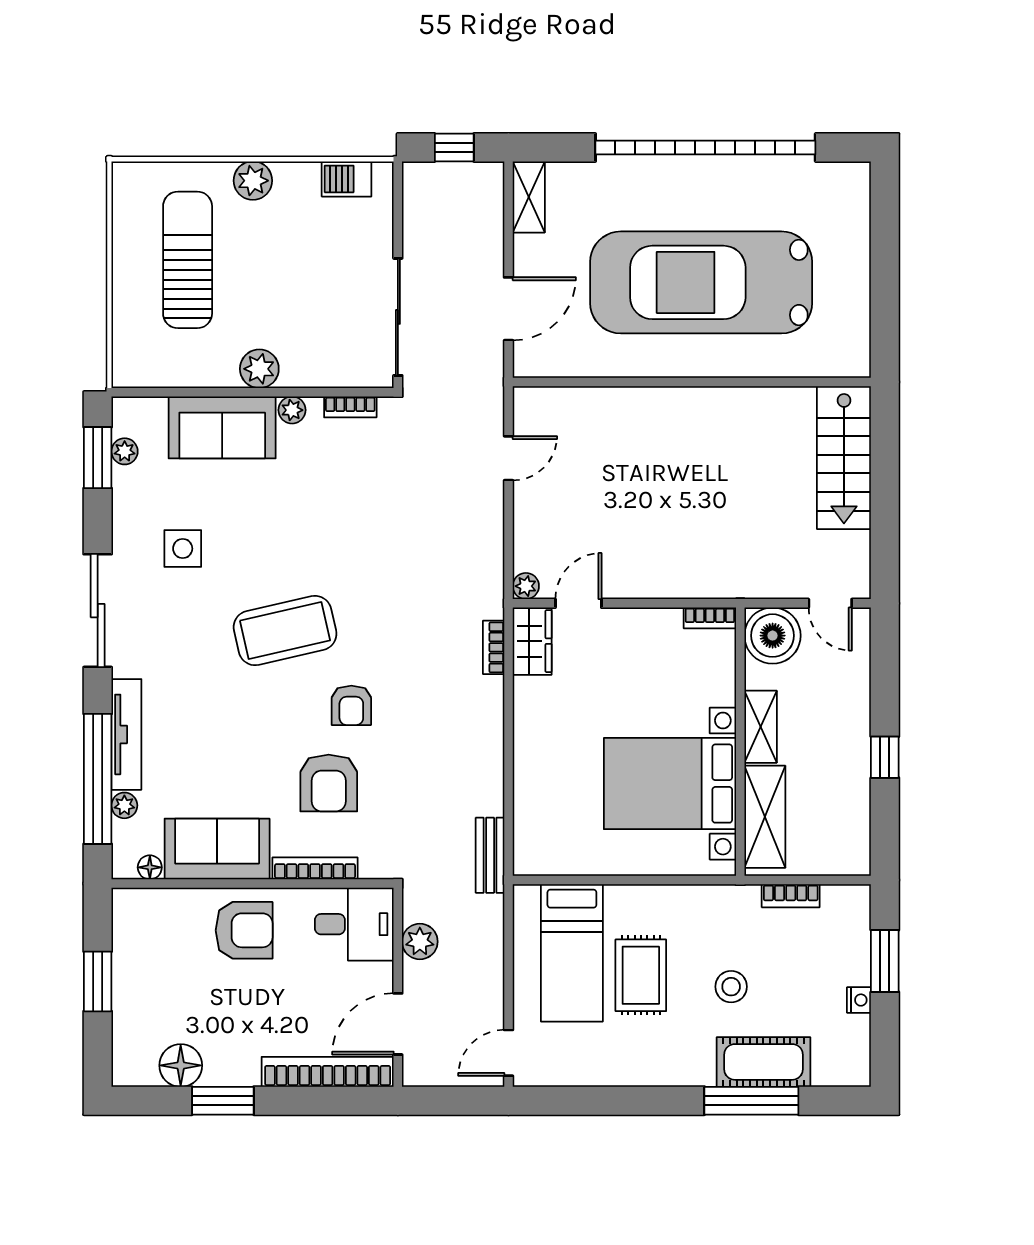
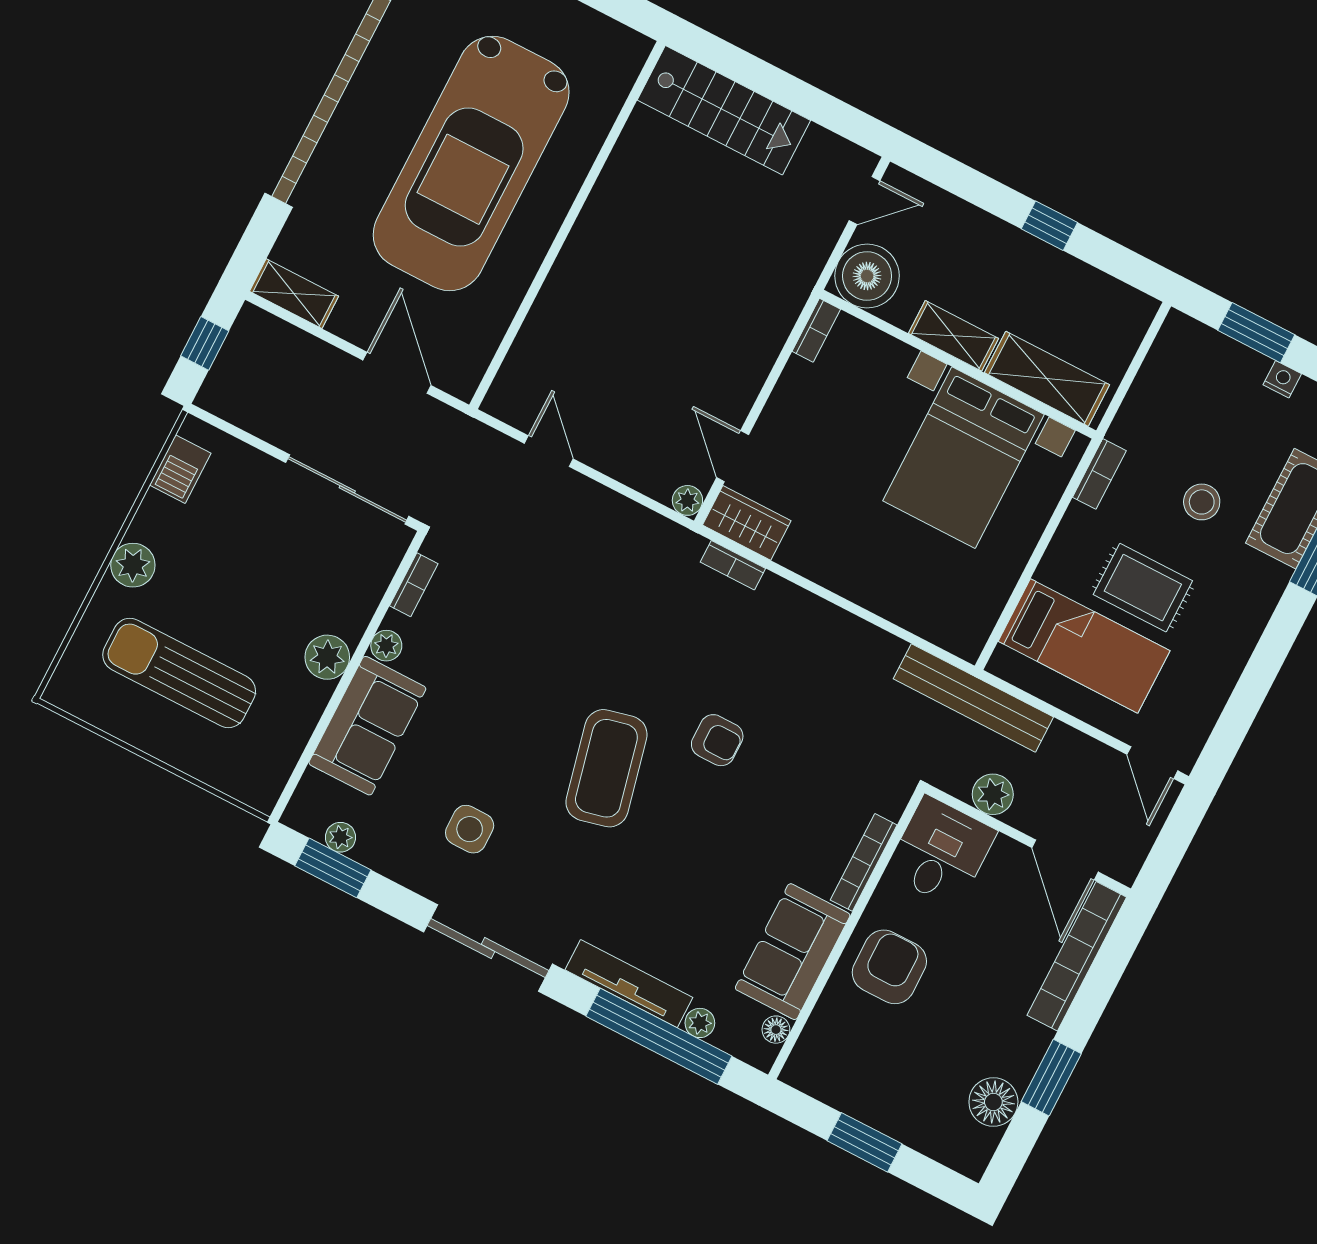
armchair: (329, 783) -> (784, 804), removed
bench: (490, 855) -> (973, 698), width x1.86, depth x1.21
bookcase: (791, 896) -> (1099, 474), moved

